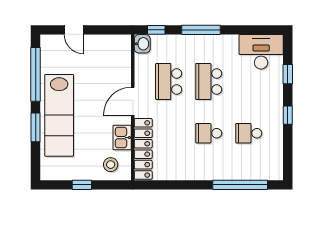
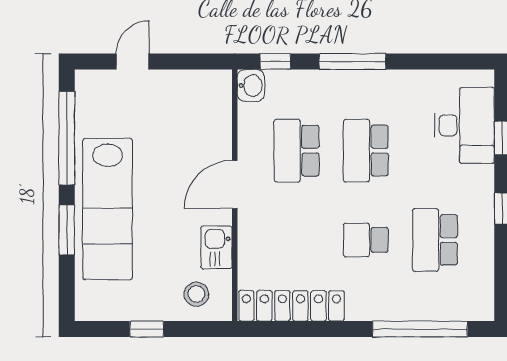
door: (74, 30) -> (133, 61), swing flipped
desk: (261, 52) -> (464, 125), moved, turned 90
school desk: (249, 133) -> (435, 240), width x1.85
locker: (143, 149) -> (291, 306), moved, turned -90

